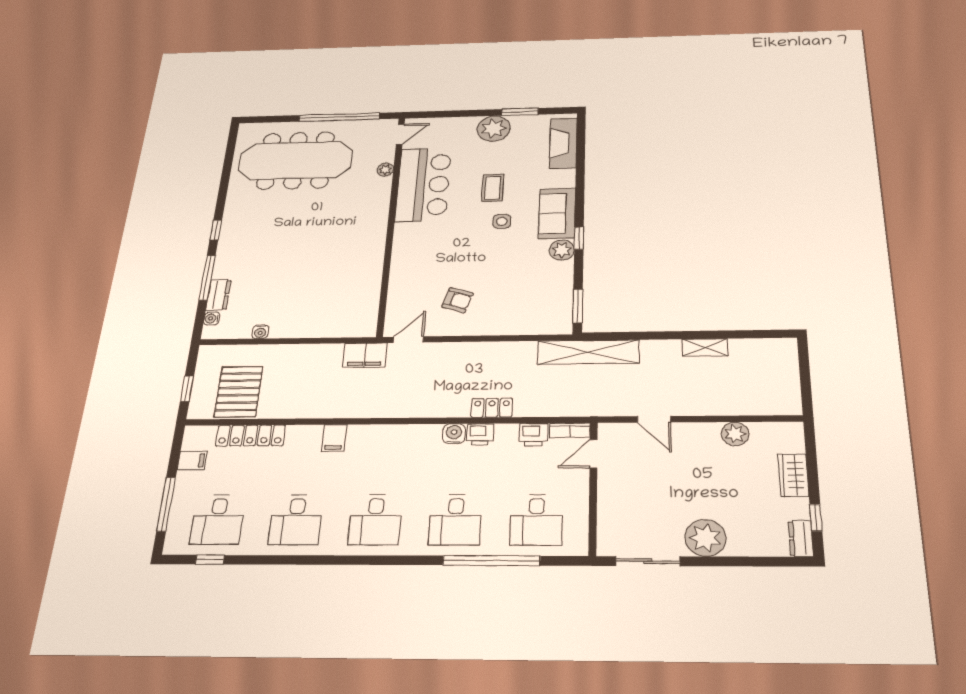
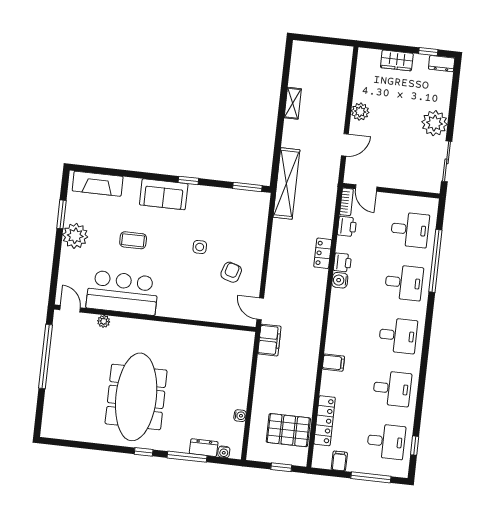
meeting table: (296, 160) -> (136, 397), moved
side table: (502, 221) -> (200, 247), moved
plant: (562, 250) -> (197, 194), removed
plant: (735, 434) -> (360, 112), moved

